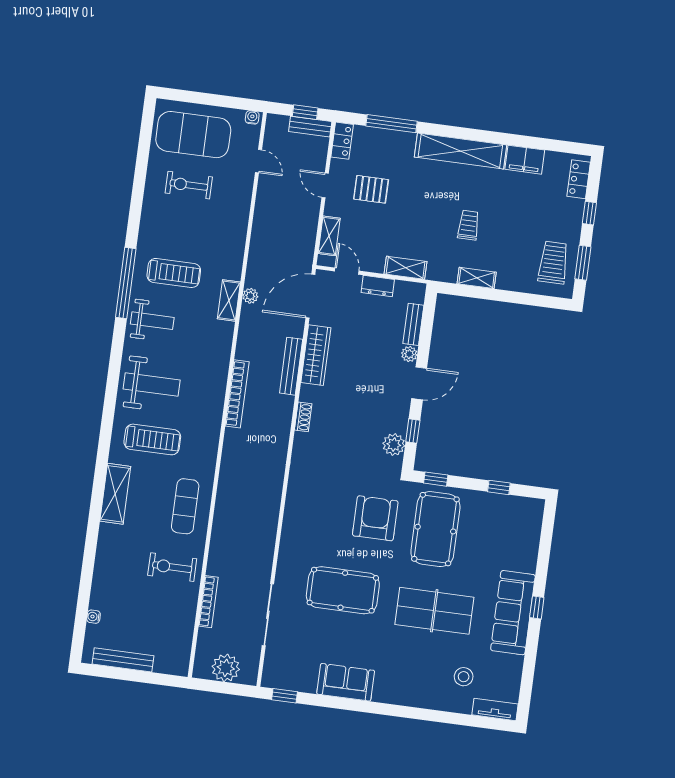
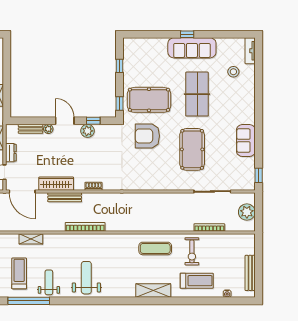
plant: (250, 296) -> (27, 227), removed
treadmill: (152, 439) -> (197, 281), moved, turned 90
plant: (394, 445) -> (87, 131), moved

